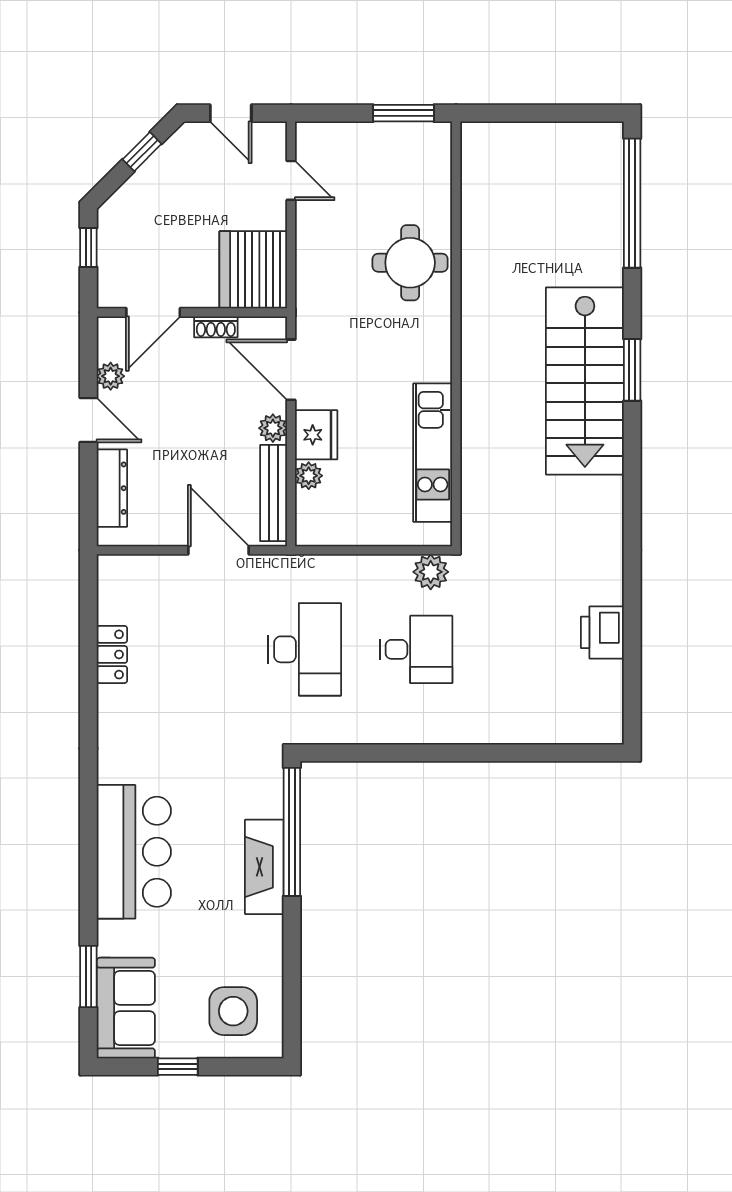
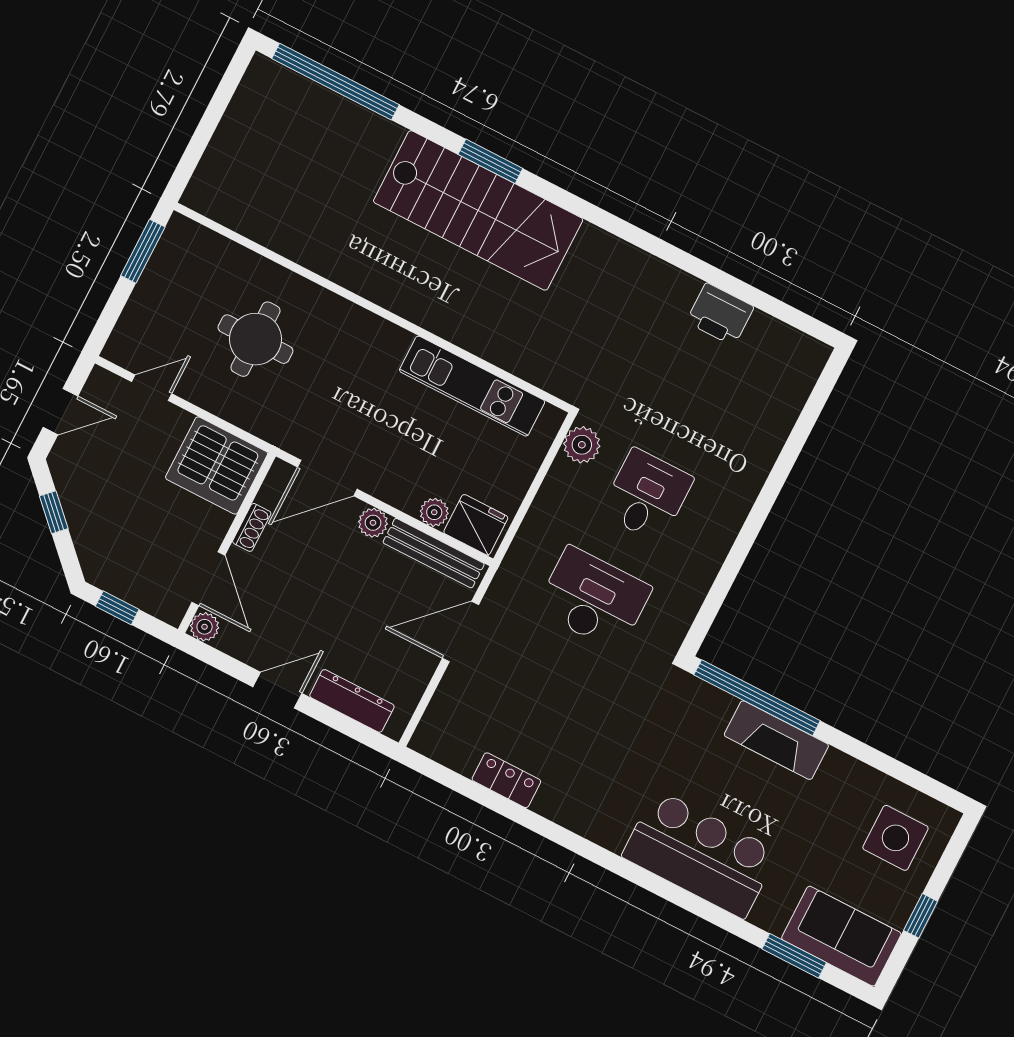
round table: (410, 263) -> (255, 339), moved
plant: (111, 376) -> (205, 627), moved
fridge: (316, 435) -> (476, 525), moved

